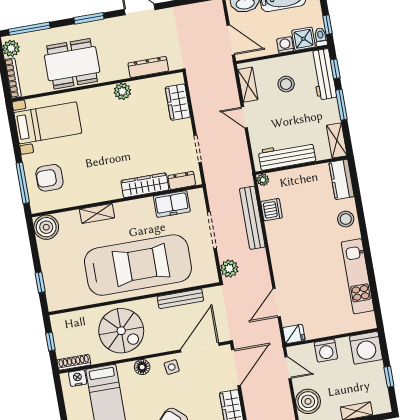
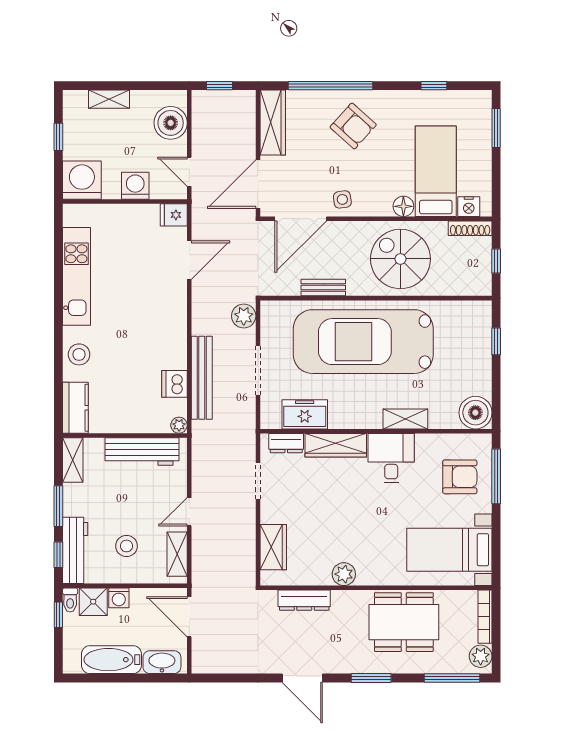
door: (244, 117) -> (189, 512), swing flipped
desk: (102, 183) -> (391, 458), added
bench: (180, 299) -> (323, 288), width x0.73
floor lamp: (142, 367) -> (403, 206), moved

